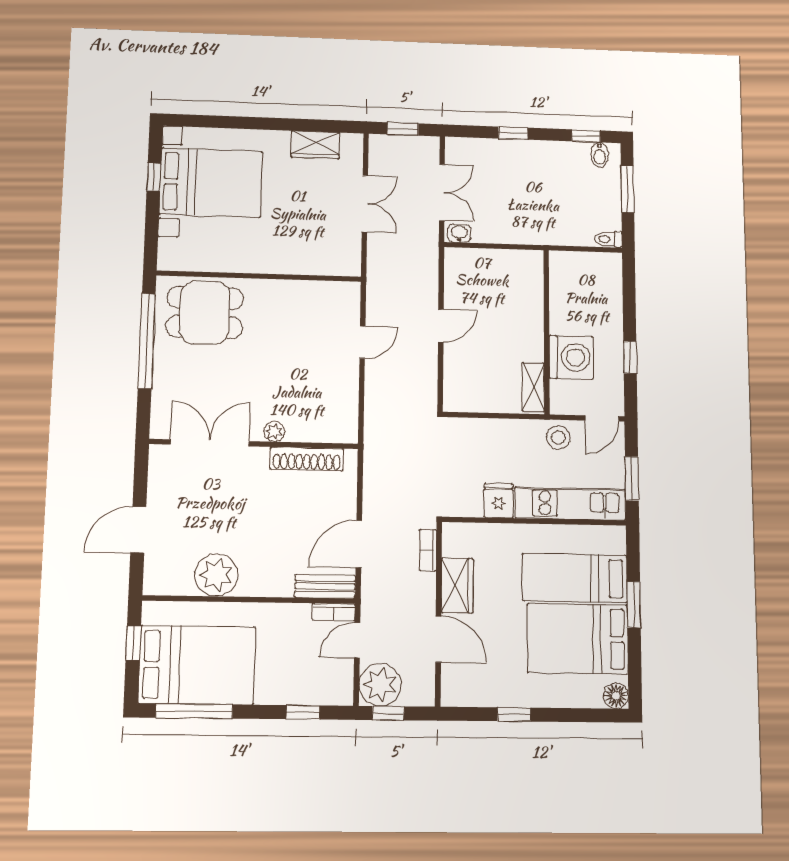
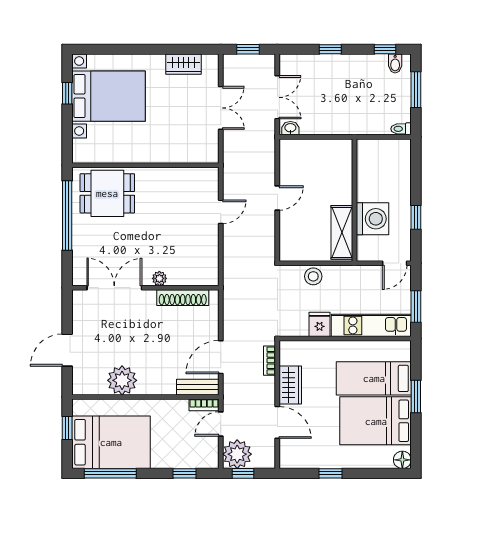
shelving: (533, 387) -> (342, 232), width x1.50, depth x1.33
stool: (558, 438) -> (313, 276), moved

